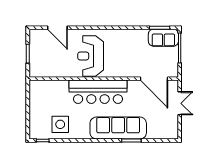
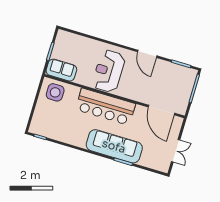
door: (57, 28) -> (147, 54), moved
sofa: (163, 38) -> (61, 70), moved, turned 180
double door: (180, 103) -> (176, 151), moved
side table: (60, 124) -> (55, 92), moved

